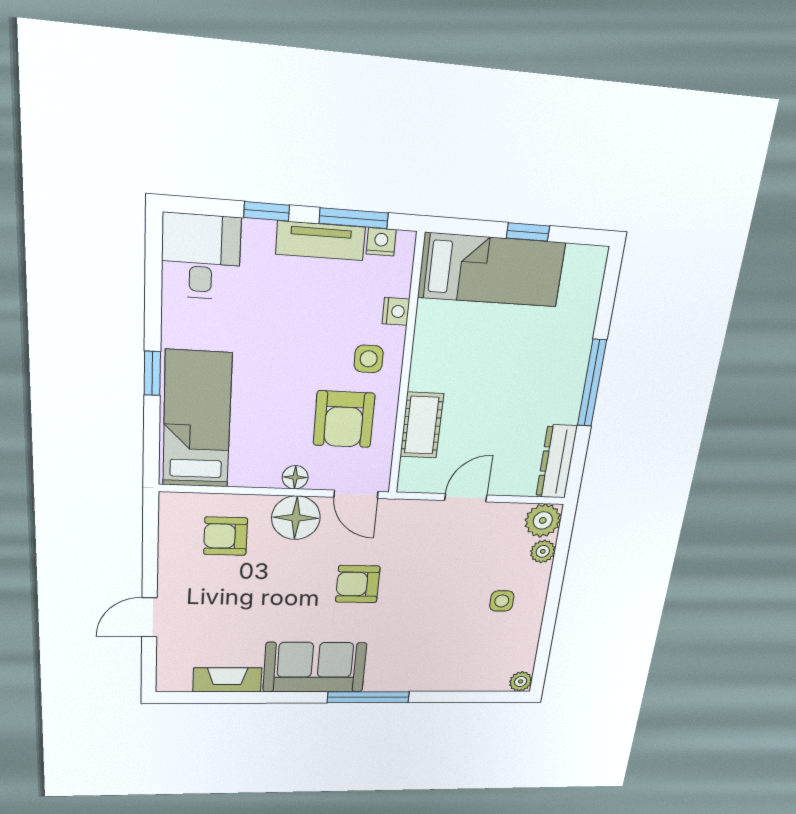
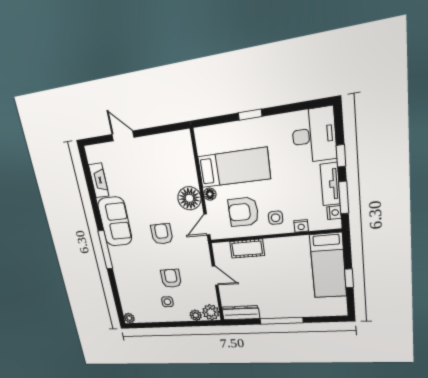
desk: (201, 257) -> (314, 135), width x1.37
bed: (197, 420) -> (234, 168), moved
armchair: (226, 536) -> (171, 278), moved

